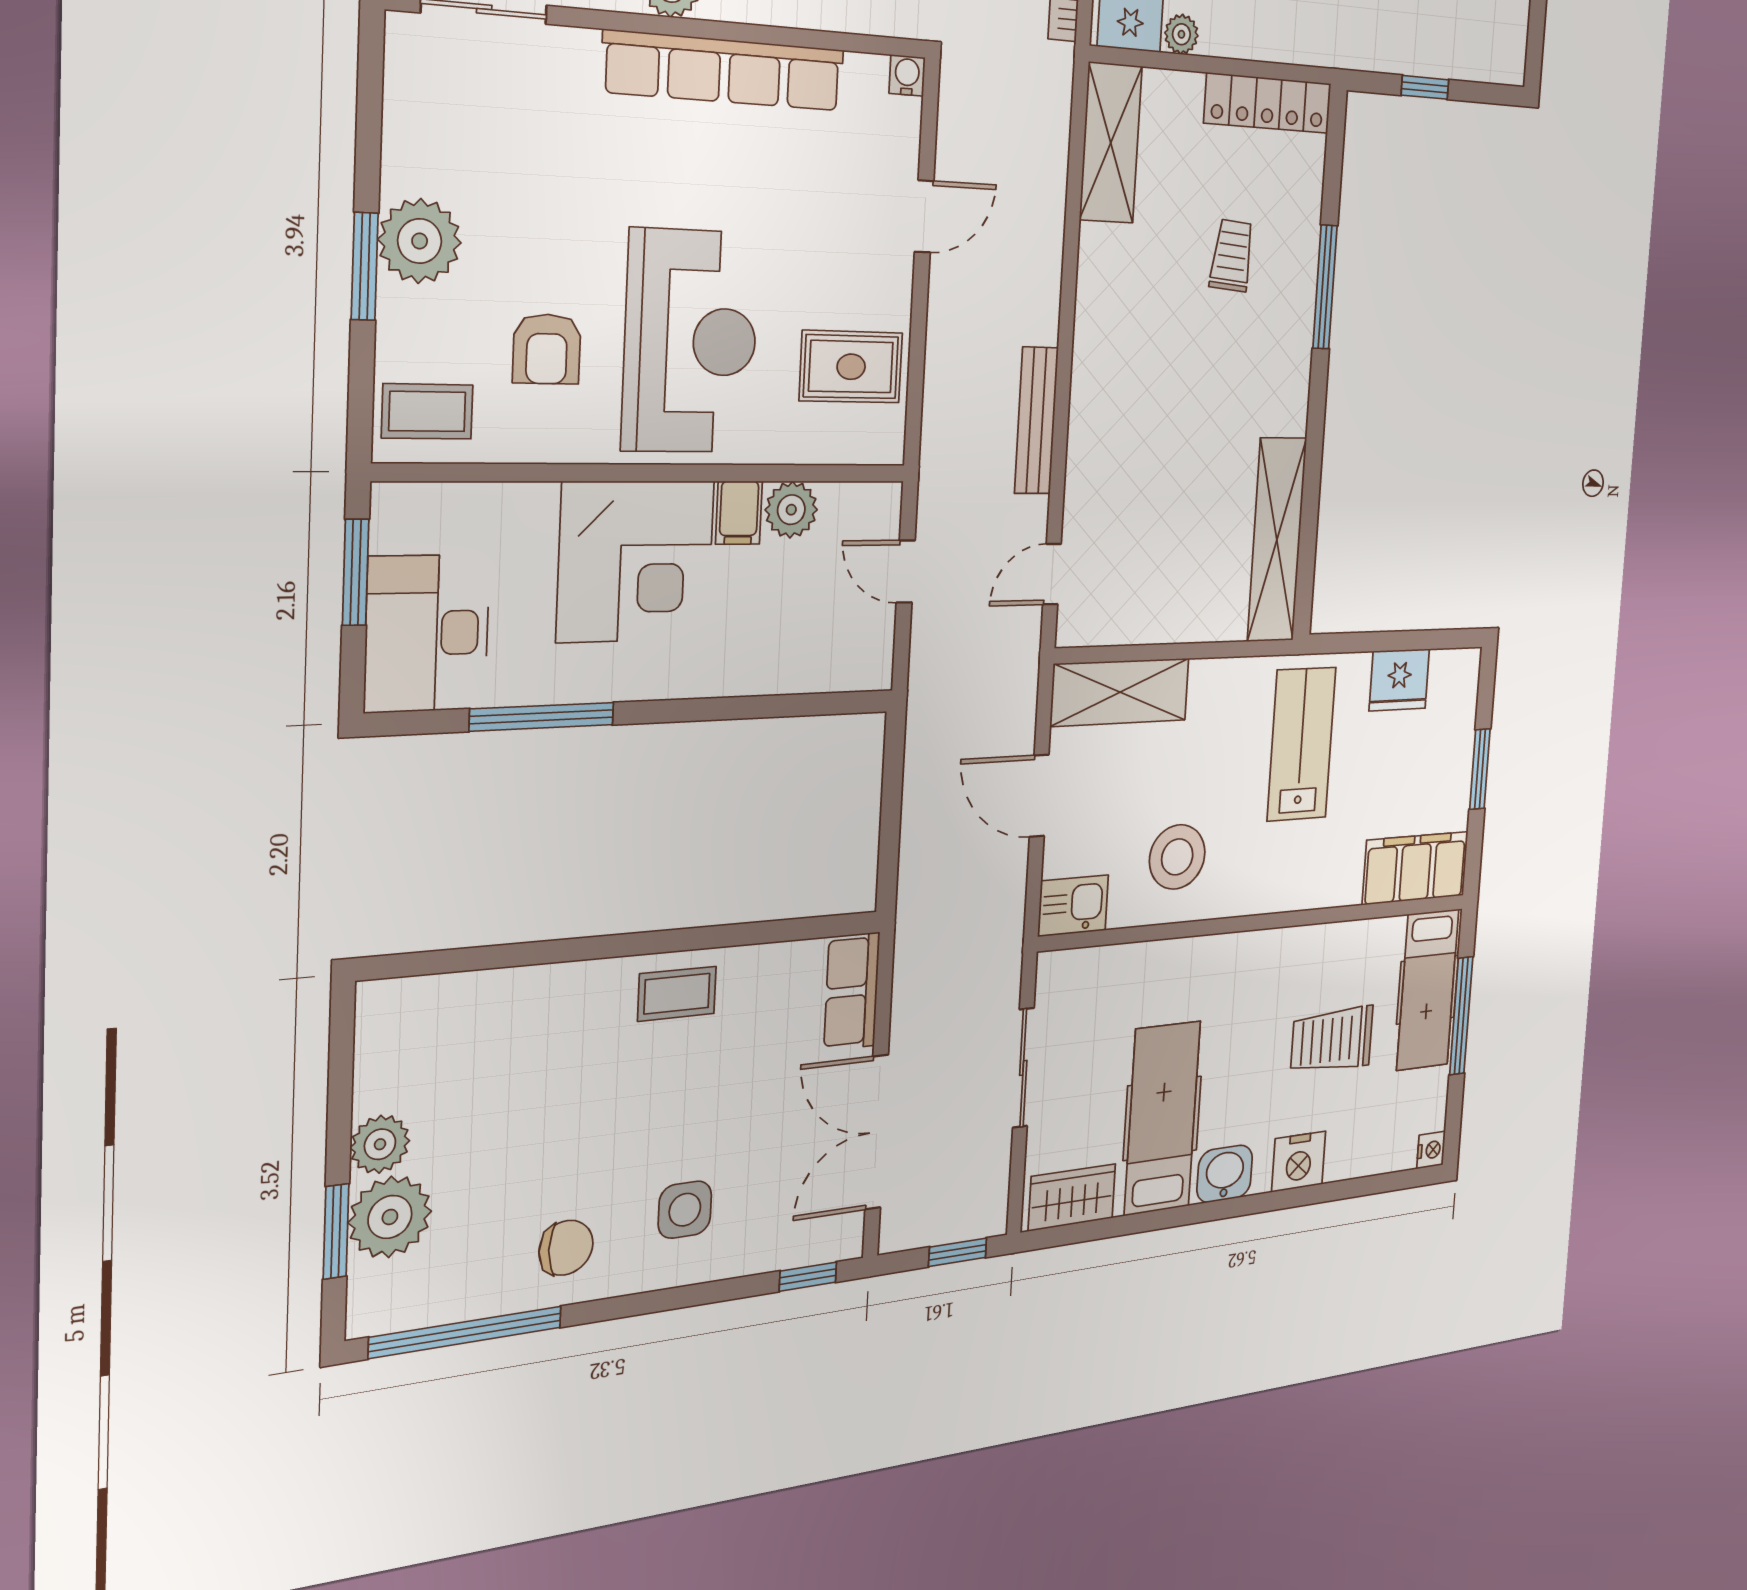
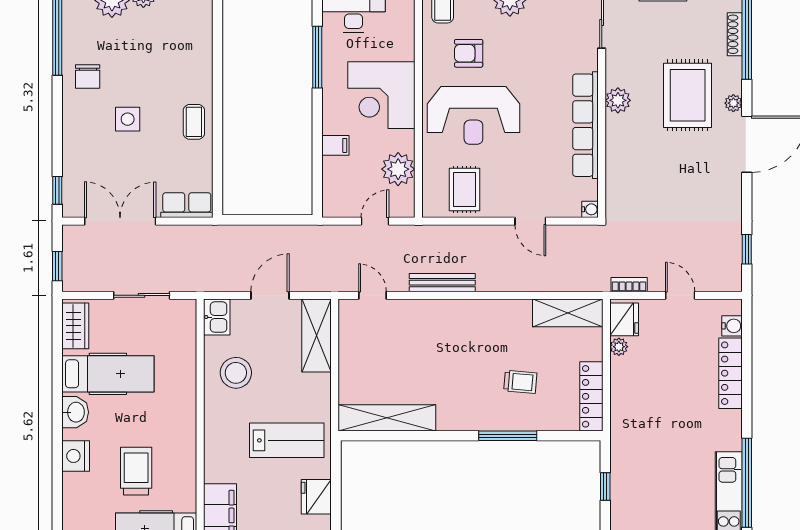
plant: (791, 510) -> (398, 169), width x1.36, depth x1.36
filing cabinet: (739, 513) -> (335, 145), moved, turned 180
side table: (685, 1210) -> (128, 119), moved

